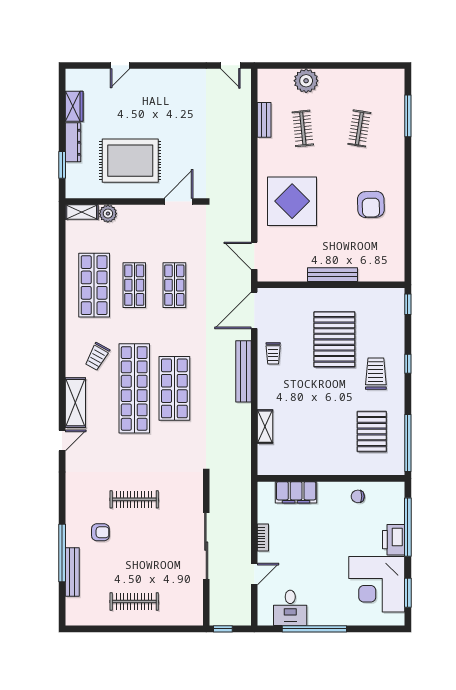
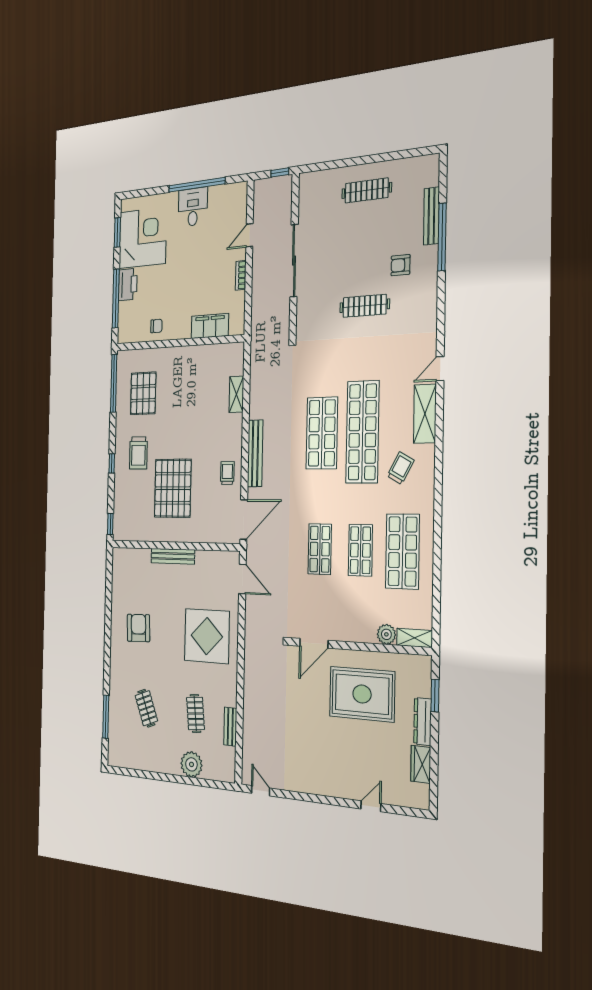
clothes rail: (359, 128) -> (146, 708), turned -30
desk: (290, 608) -> (193, 207), moved

